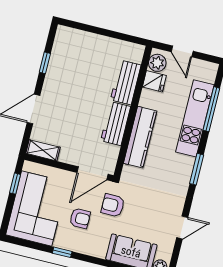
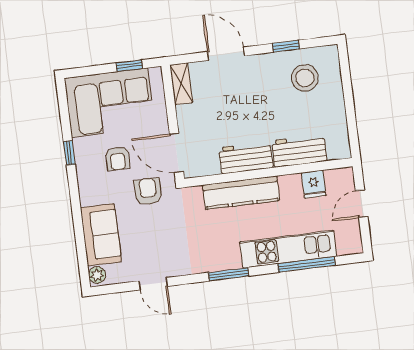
stool: (74, 58) -> (305, 78), added
plant: (157, 63) -> (337, 179), removed

